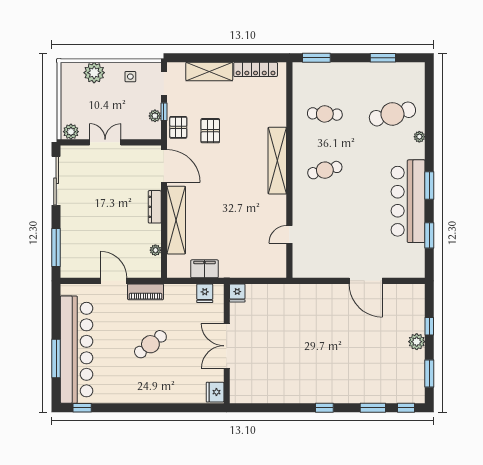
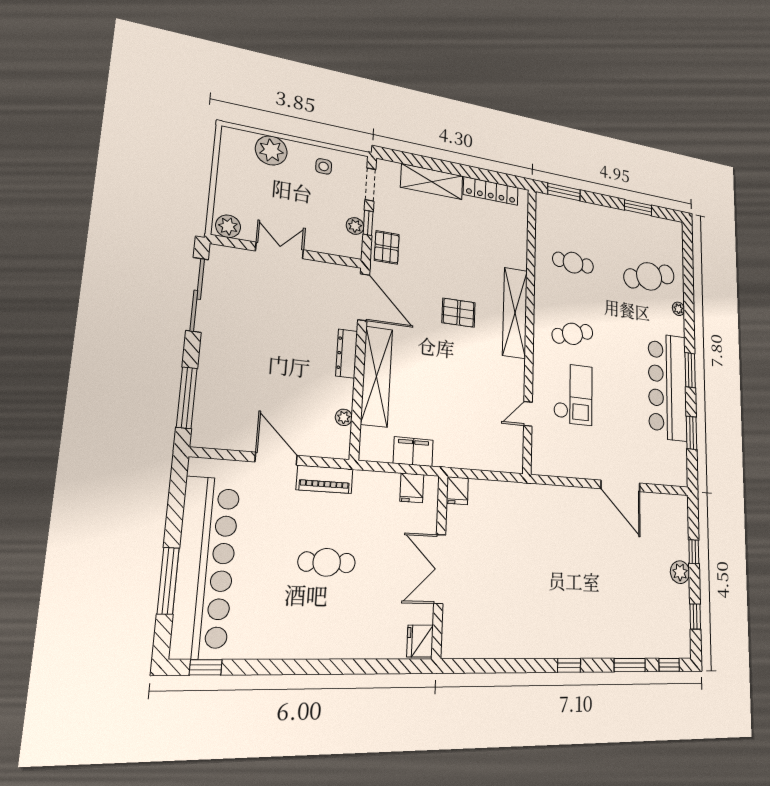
pallet: (210, 131) -> (459, 313), moved, turned 90
checkout: (326, 216) -> (573, 394), added
cafe table: (150, 344) -> (327, 562), turned 38
window: (429, 373) -> (695, 617), width x0.67

